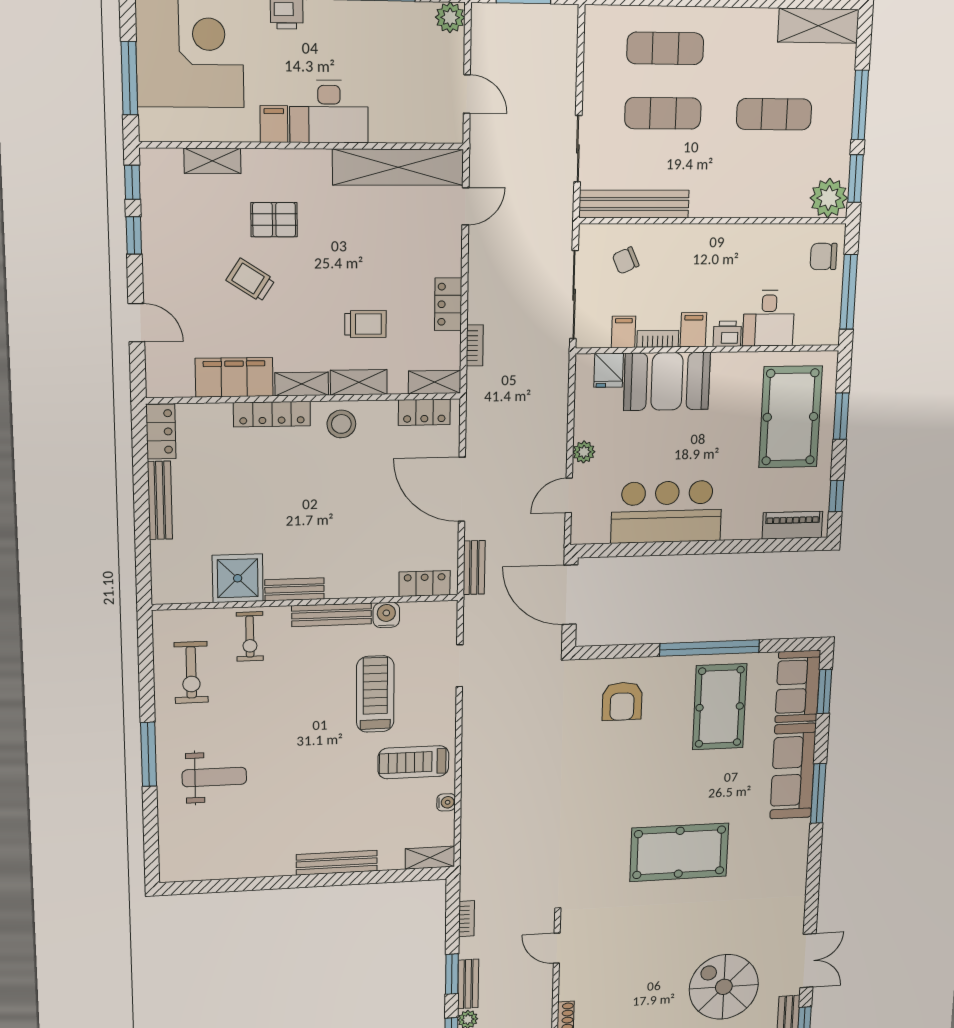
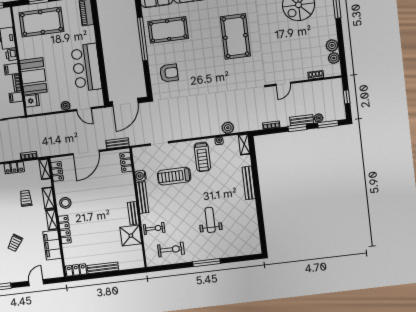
weight bench: (214, 777) -> (210, 220), moved
plant: (474, 824) -> (228, 128), added

